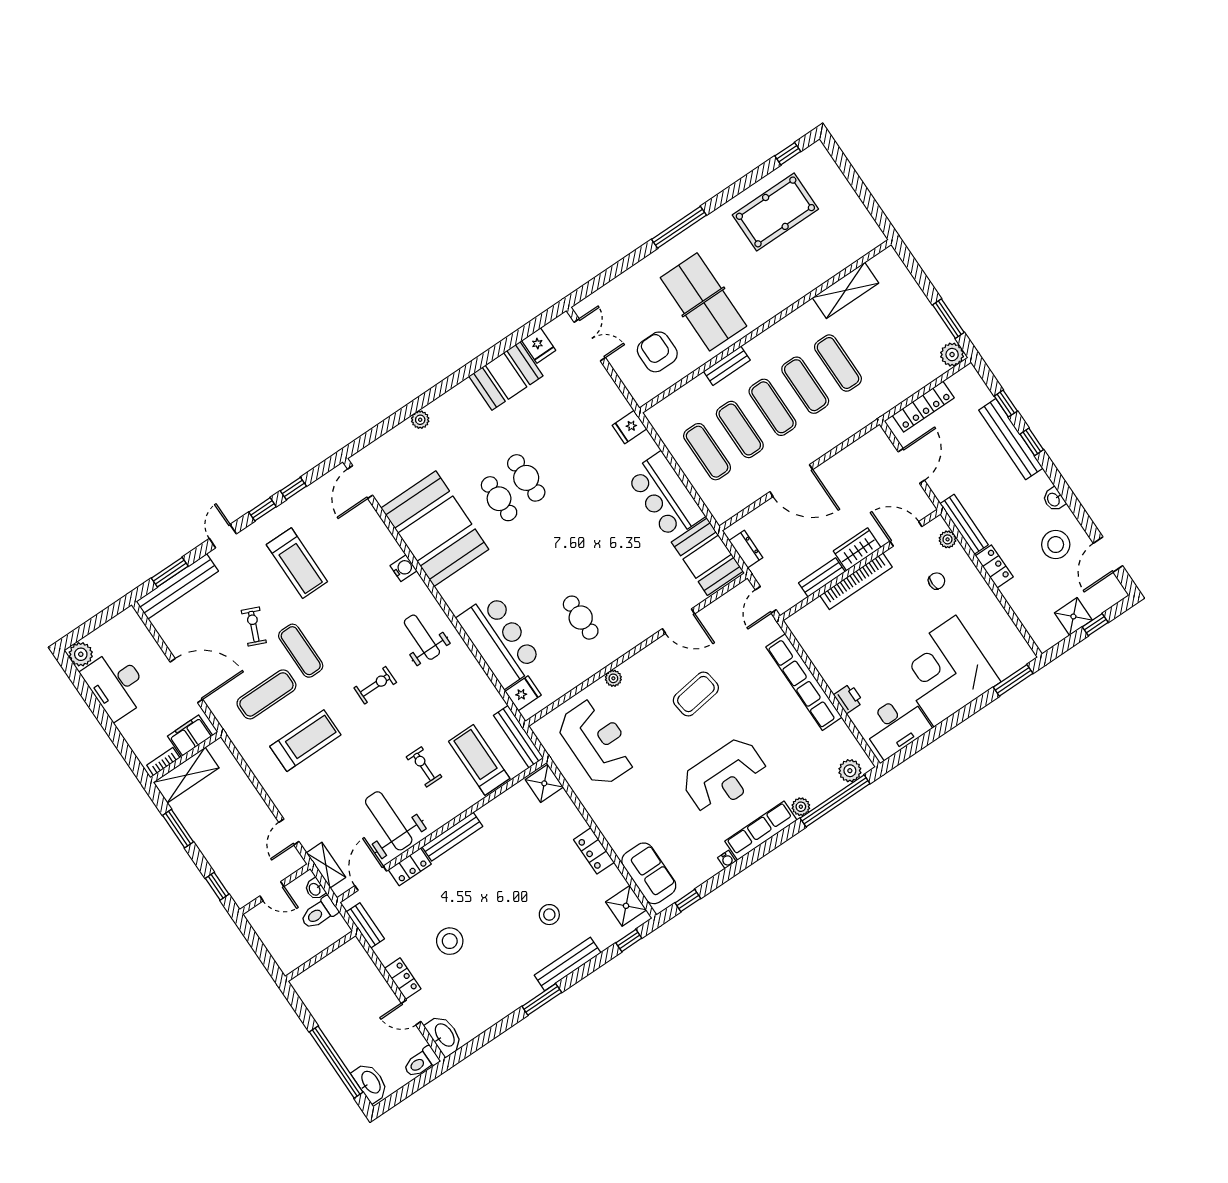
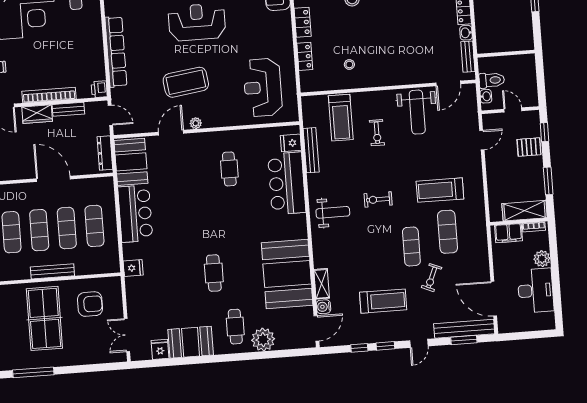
armchair: (657, 352) -> (90, 304), turned -90
bench: (727, 366) -> (52, 271), width x1.36
plant: (420, 420) -> (263, 340), width x1.87, depth x1.87
cafe table: (499, 499) -> (235, 327), moved
dresser: (746, 549) -> (105, 153), width x1.44
treadmill: (297, 563) -> (383, 301), turned 90
water cooler: (403, 568) -> (323, 307), moved
door: (766, 600) -> (110, 115), hinge flipped
door: (678, 621) -> (171, 133), hinge flipped
weight bench: (422, 637) -> (333, 212), turned -90
plant: (81, 654) -> (542, 259), moved
plant: (613, 678) -> (196, 123), moved
door: (186, 681) -> (494, 299), moved
exercise mat: (266, 694) -> (448, 232), turned 90
coffee table: (696, 694) -> (186, 82), width x1.36, depth x1.32
printer: (848, 699) -> (99, 89), moved
bench: (519, 737) -> (311, 150), moved
shower: (544, 783) -> (309, 81), removed
bench: (452, 837) -> (384, 80), removed
pallet: (226, 857) -> (529, 147), added
shelving: (326, 865) -> (322, 284), moved
locker: (410, 867) -> (305, 56), moved, turned 90
stool: (450, 941) -> (349, 64), moved, width x0.53, depth x0.53
washbasin: (385, 954) -> (466, 33), added

